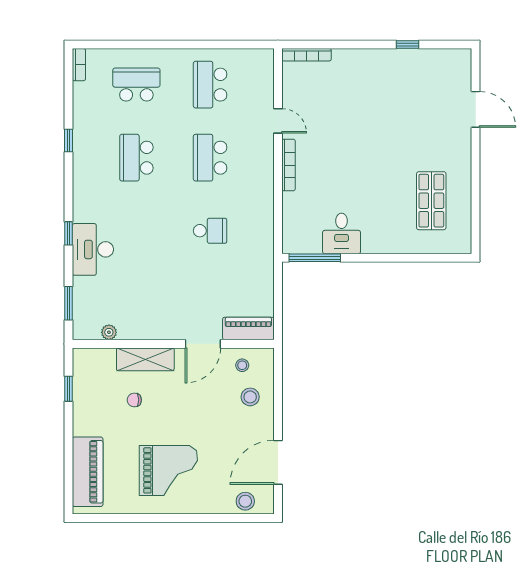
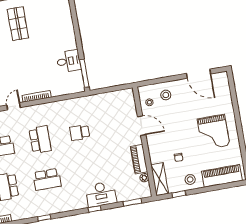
school desk: (210, 158) -> (40, 140), turned -90
shop shelf: (431, 201) -> (18, 24), moved, turned 90
school desk: (210, 231) -> (80, 133), turned -90
piano: (248, 328) -> (139, 159), moved
shelving: (145, 359) -> (160, 179), moved
grand piano: (168, 470) -> (213, 132), turned 180
stool: (245, 501) -> (190, 179), moved

